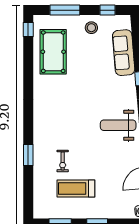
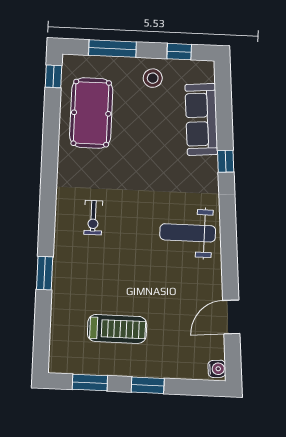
exercise bike: (63, 161) -> (93, 218), moved
treadmill: (76, 188) -> (117, 329), turned 180

